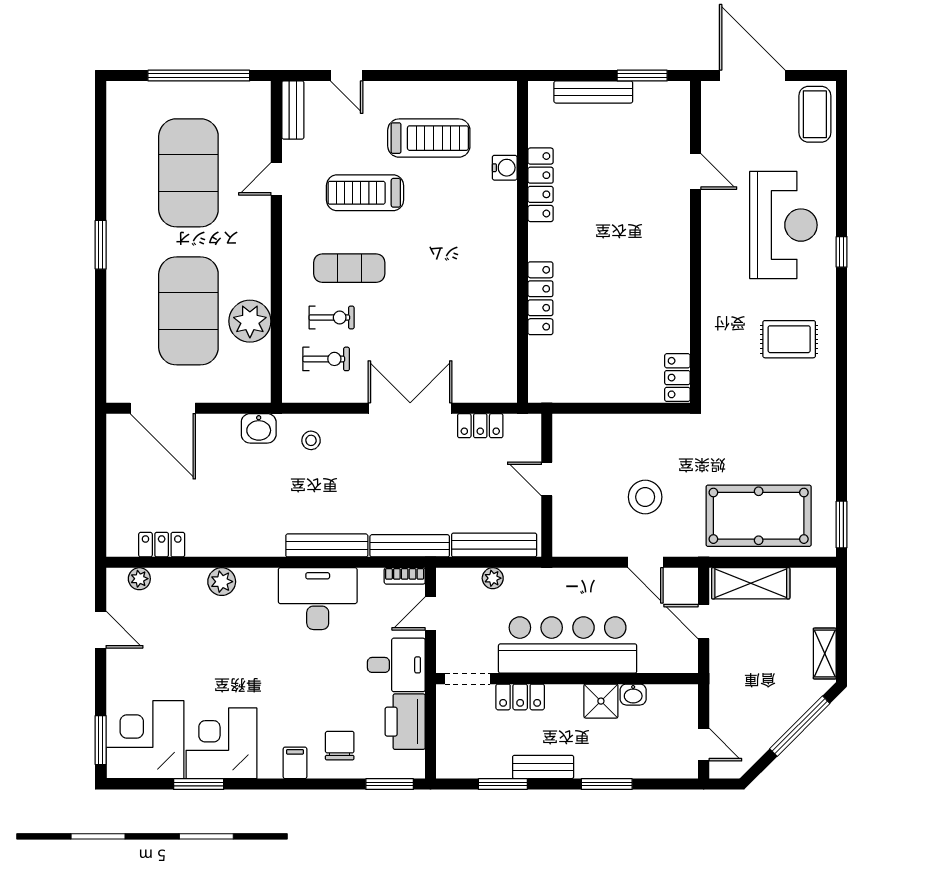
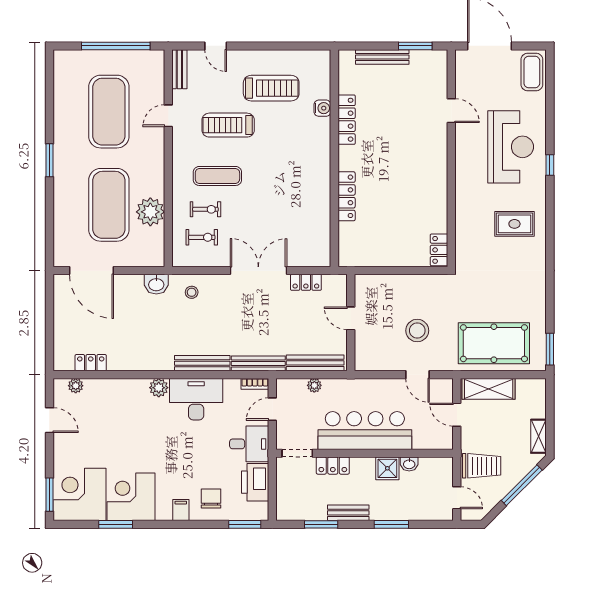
plant: (222, 582) -> (159, 388), moved
trolley: (740, 697) -> (482, 466), added

